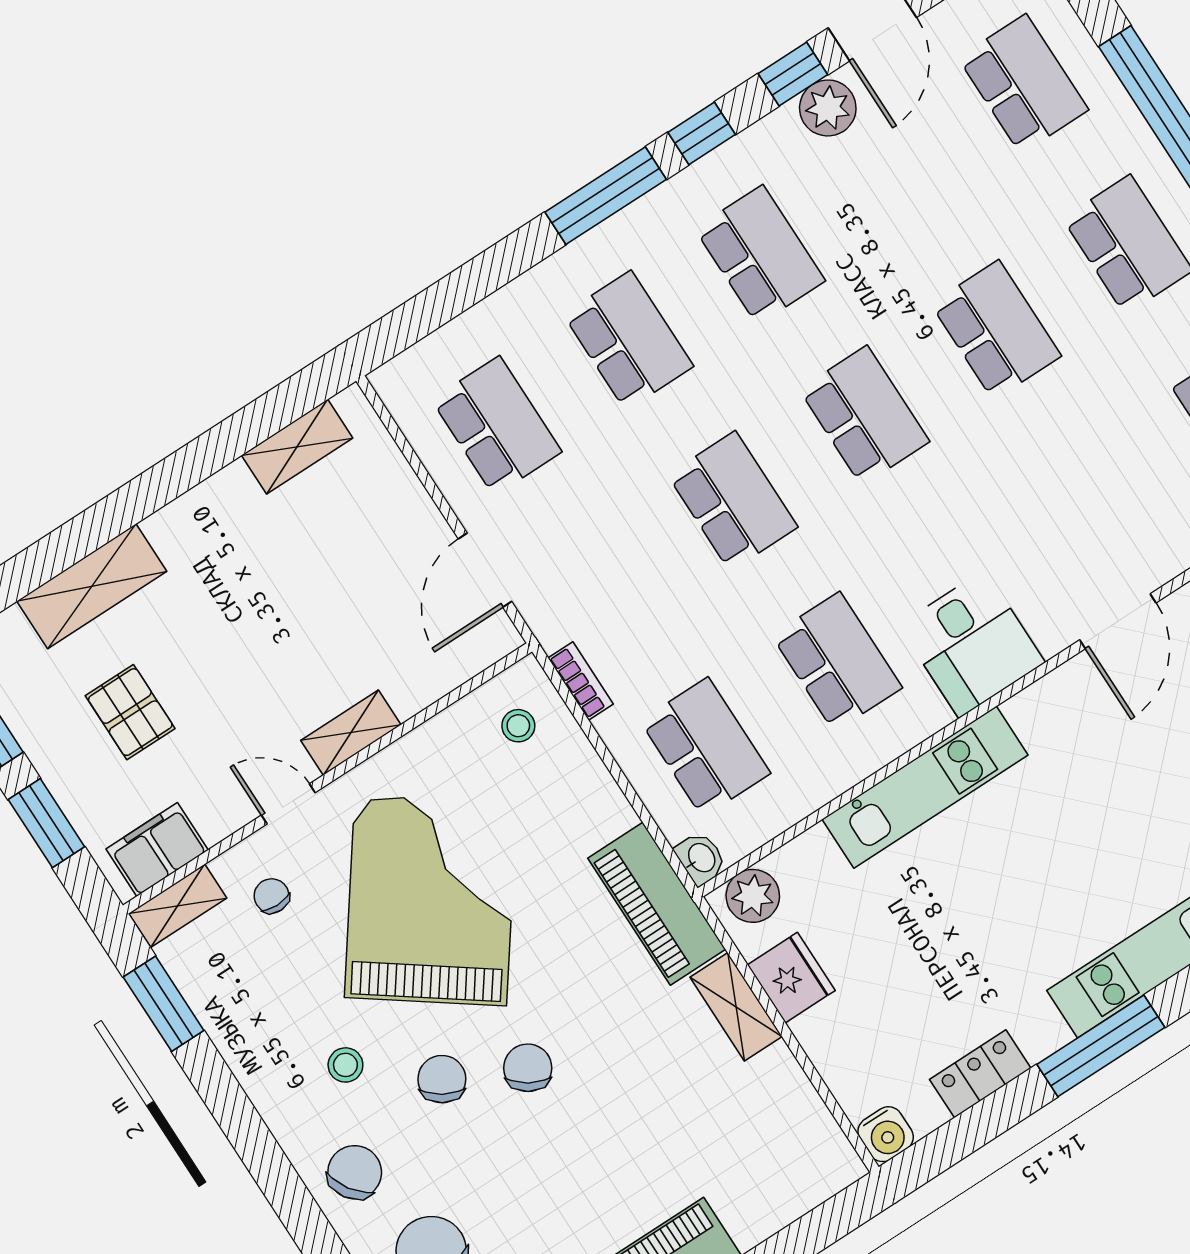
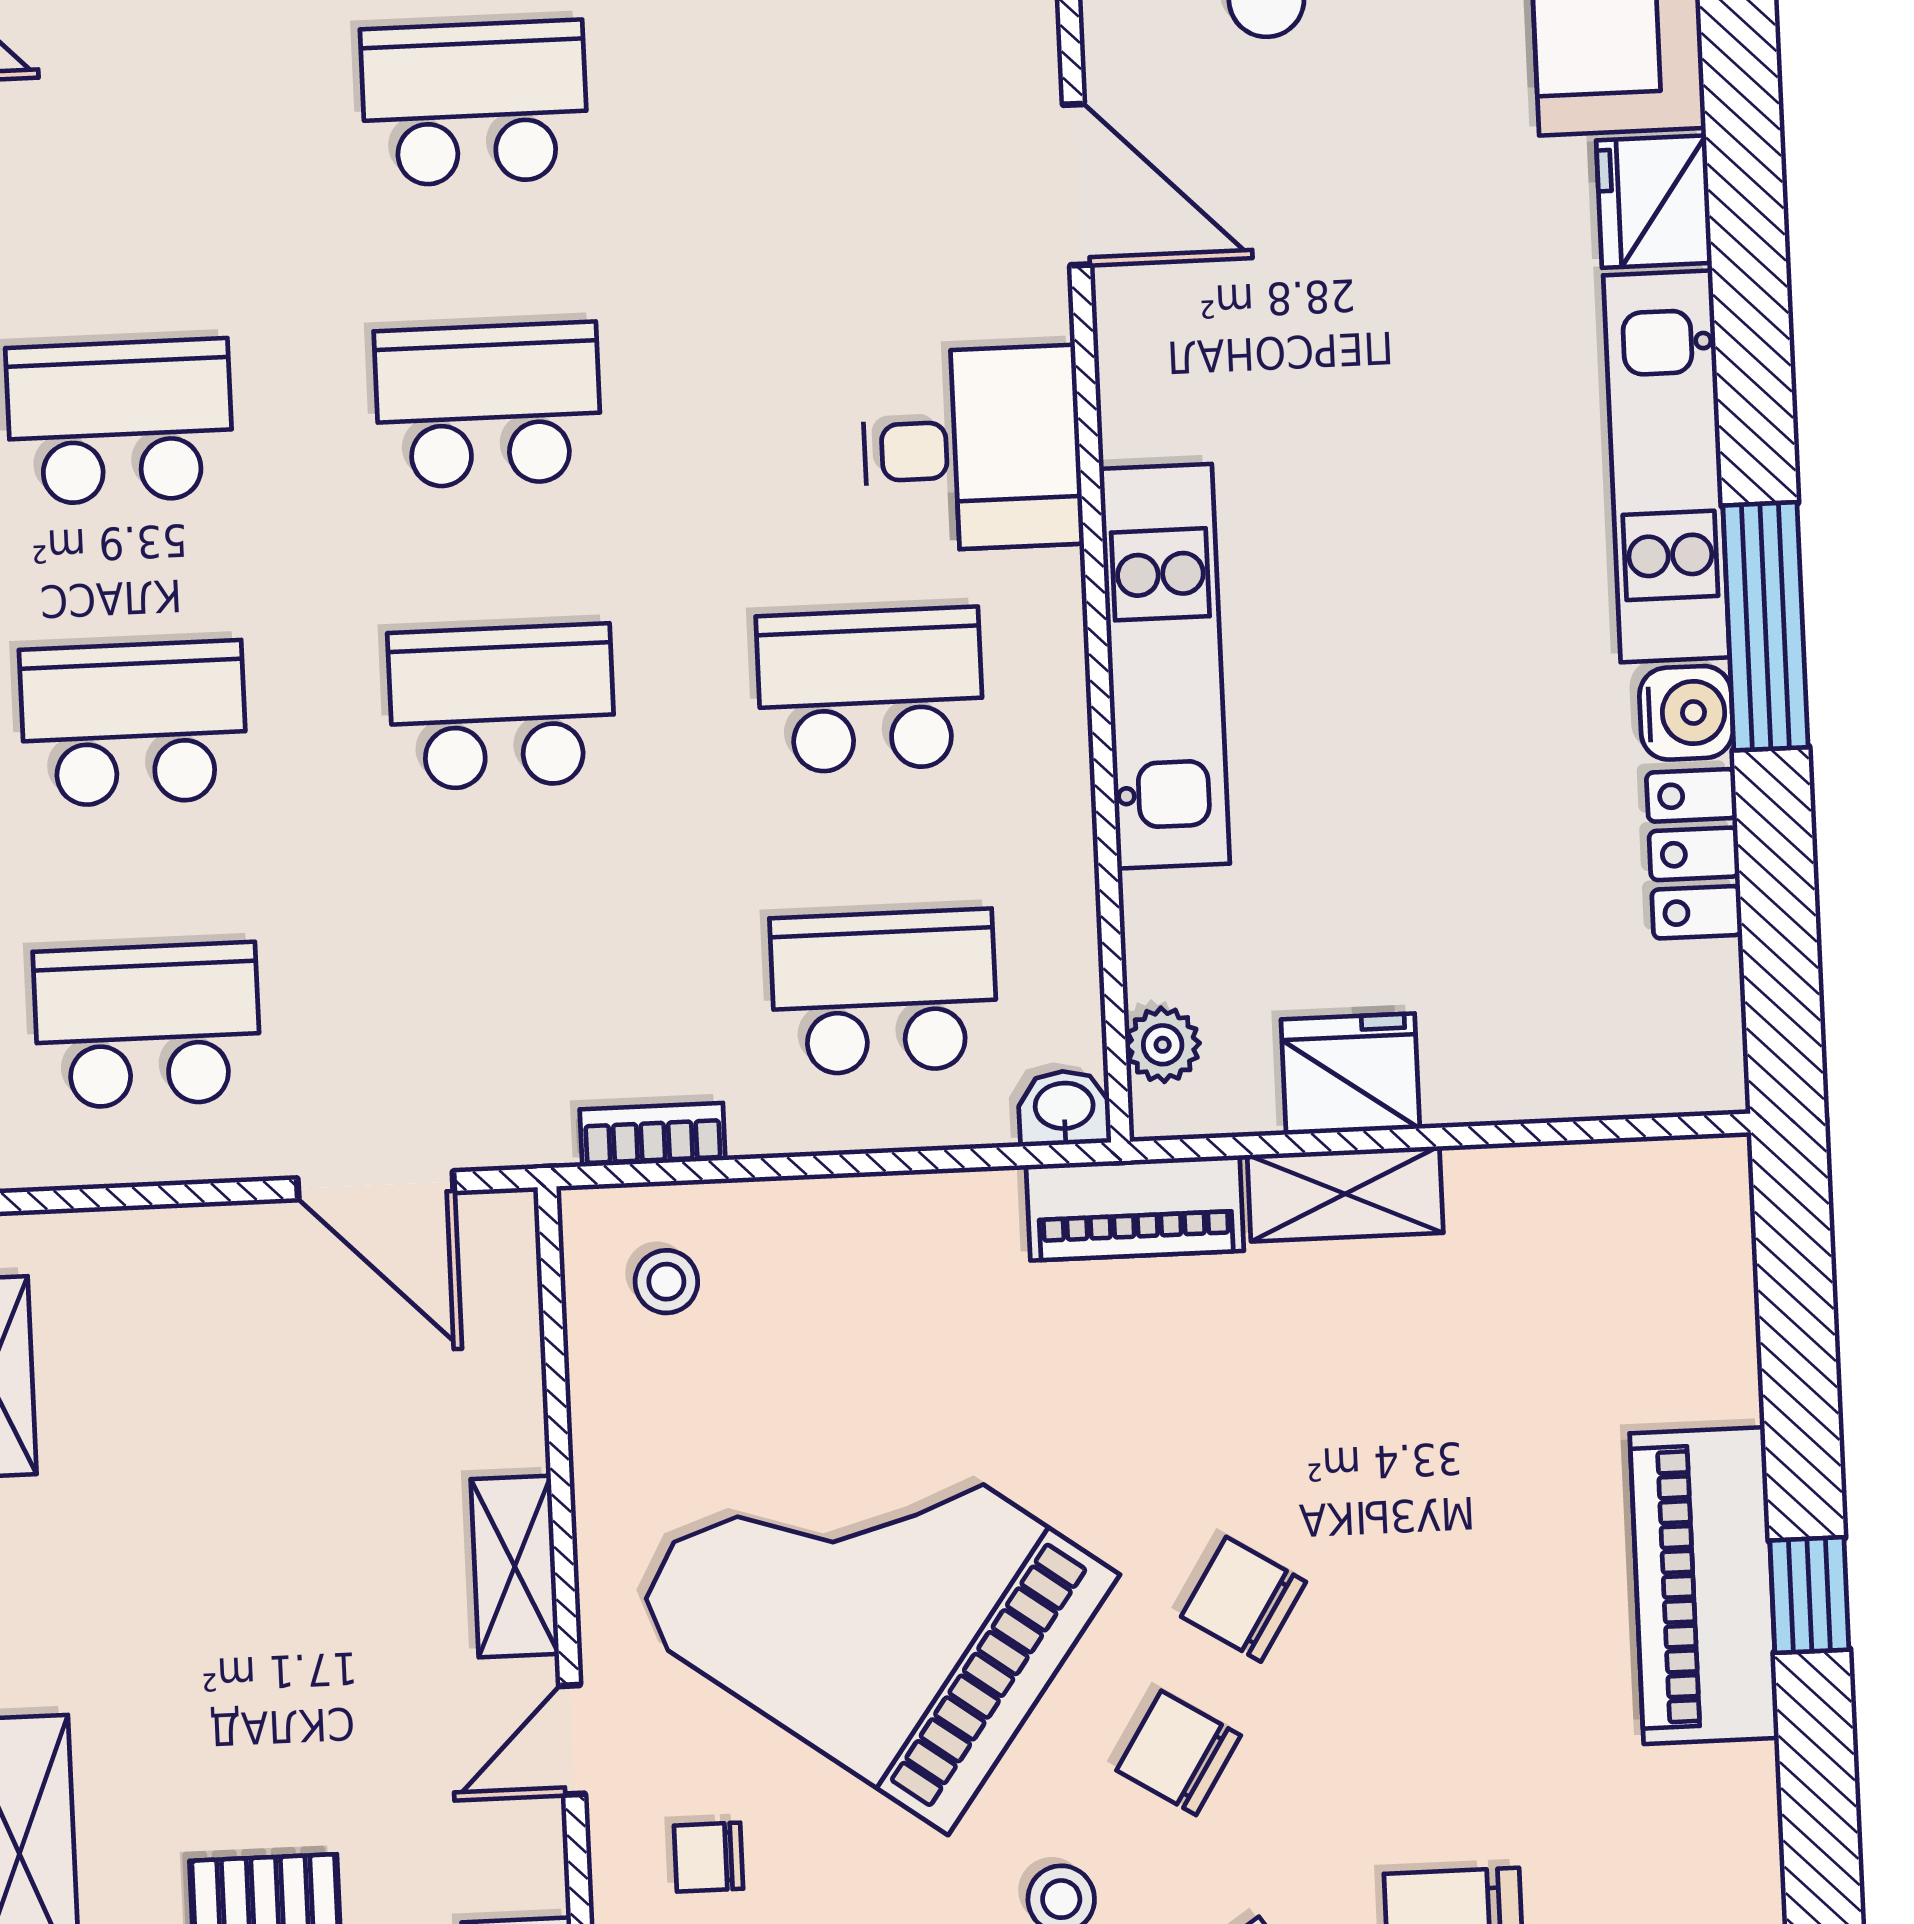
plant: (753, 896) -> (1163, 1045), width x0.73, depth x0.73
piano: (657, 904) -> (1135, 1208), width x0.73, depth x0.75
water cooler: (886, 1134) -> (1686, 713), moved

